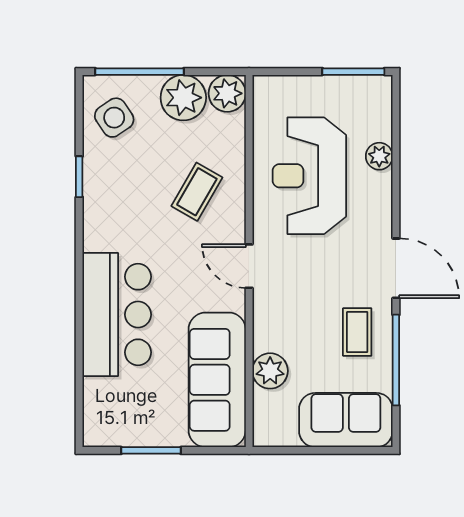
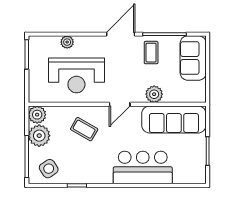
coffee table: (357, 332) -> (151, 53), turned 90
plant: (270, 371) -> (154, 94), moved

